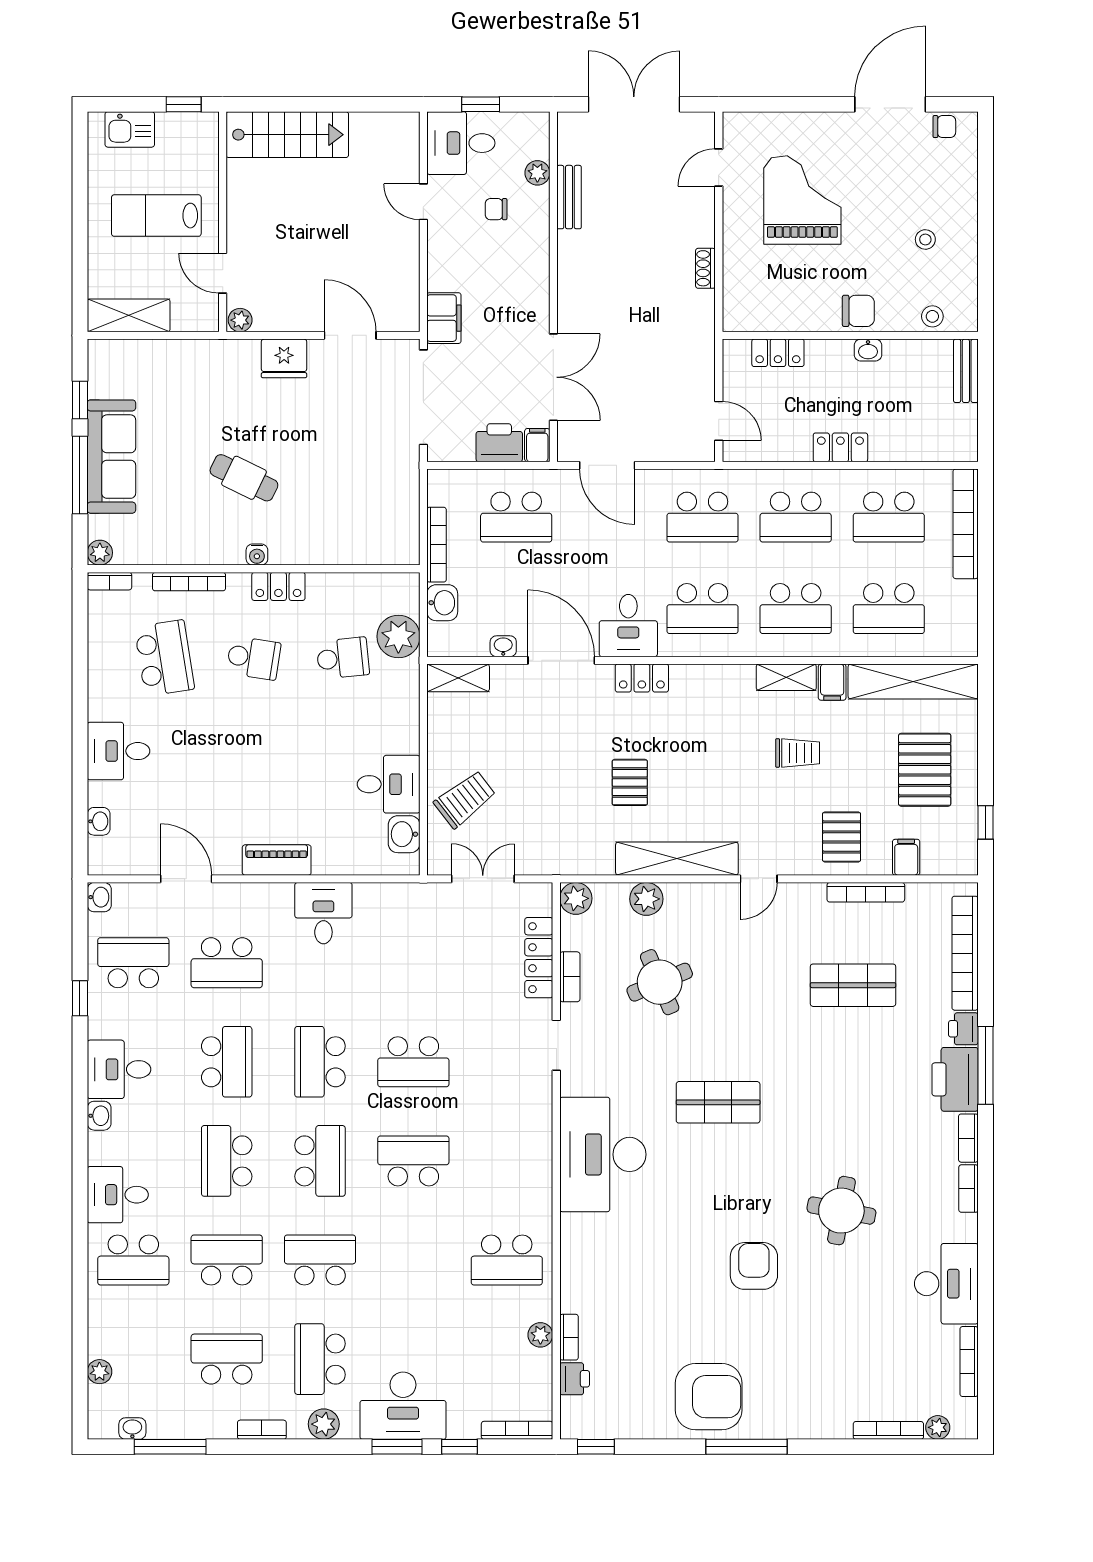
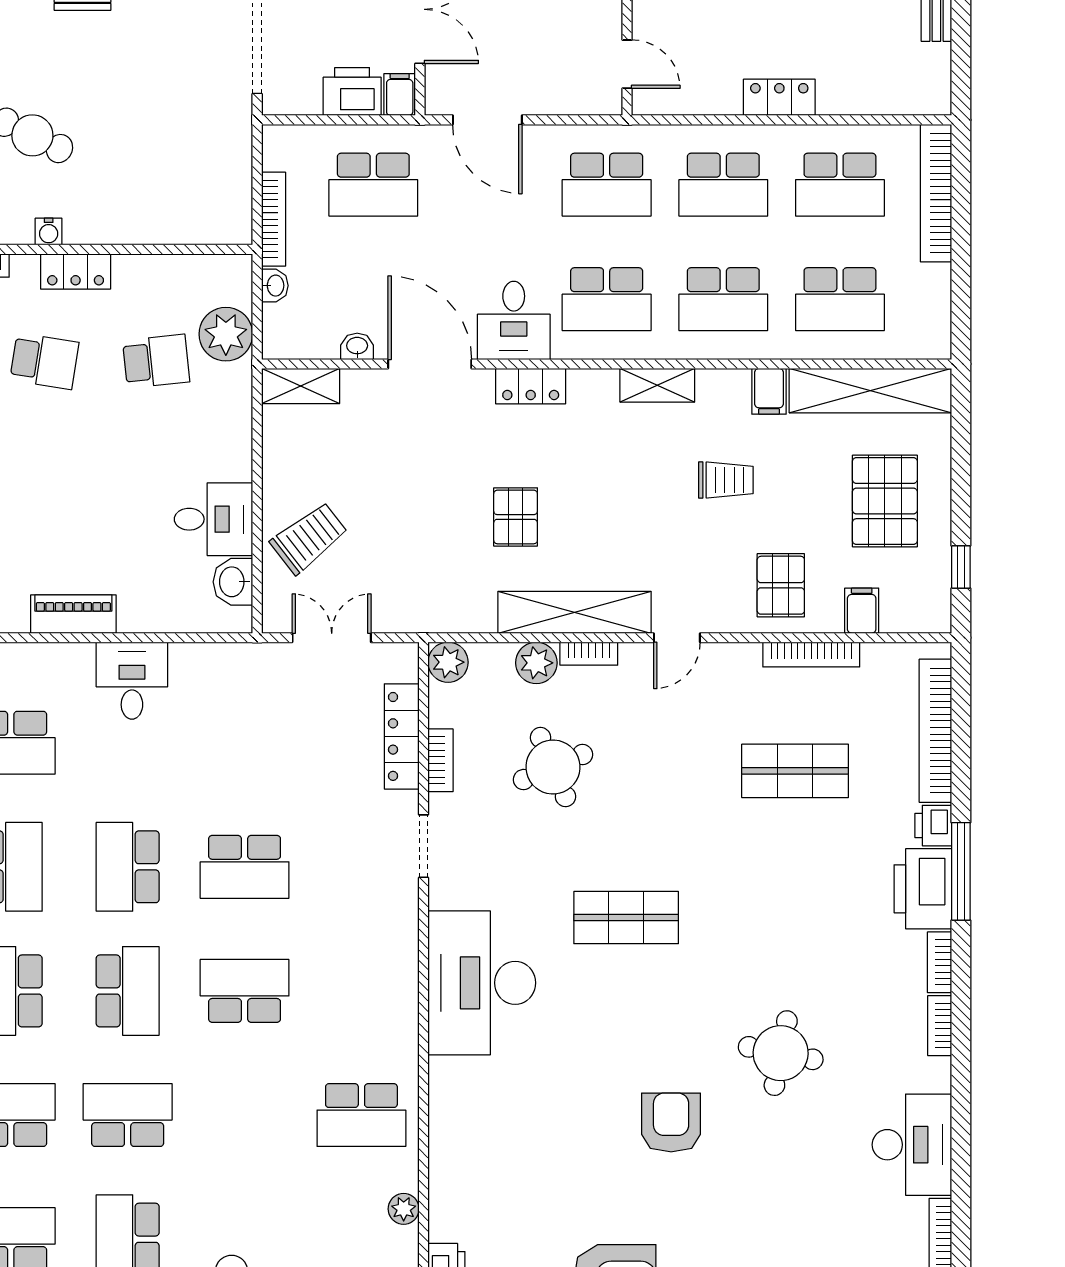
washbasin: (442, 603) -> (275, 286), width x0.72, depth x0.69
shelving: (786, 677) -> (657, 385), moved
bookcase: (569, 1337) -> (589, 654), moved, turned 90

